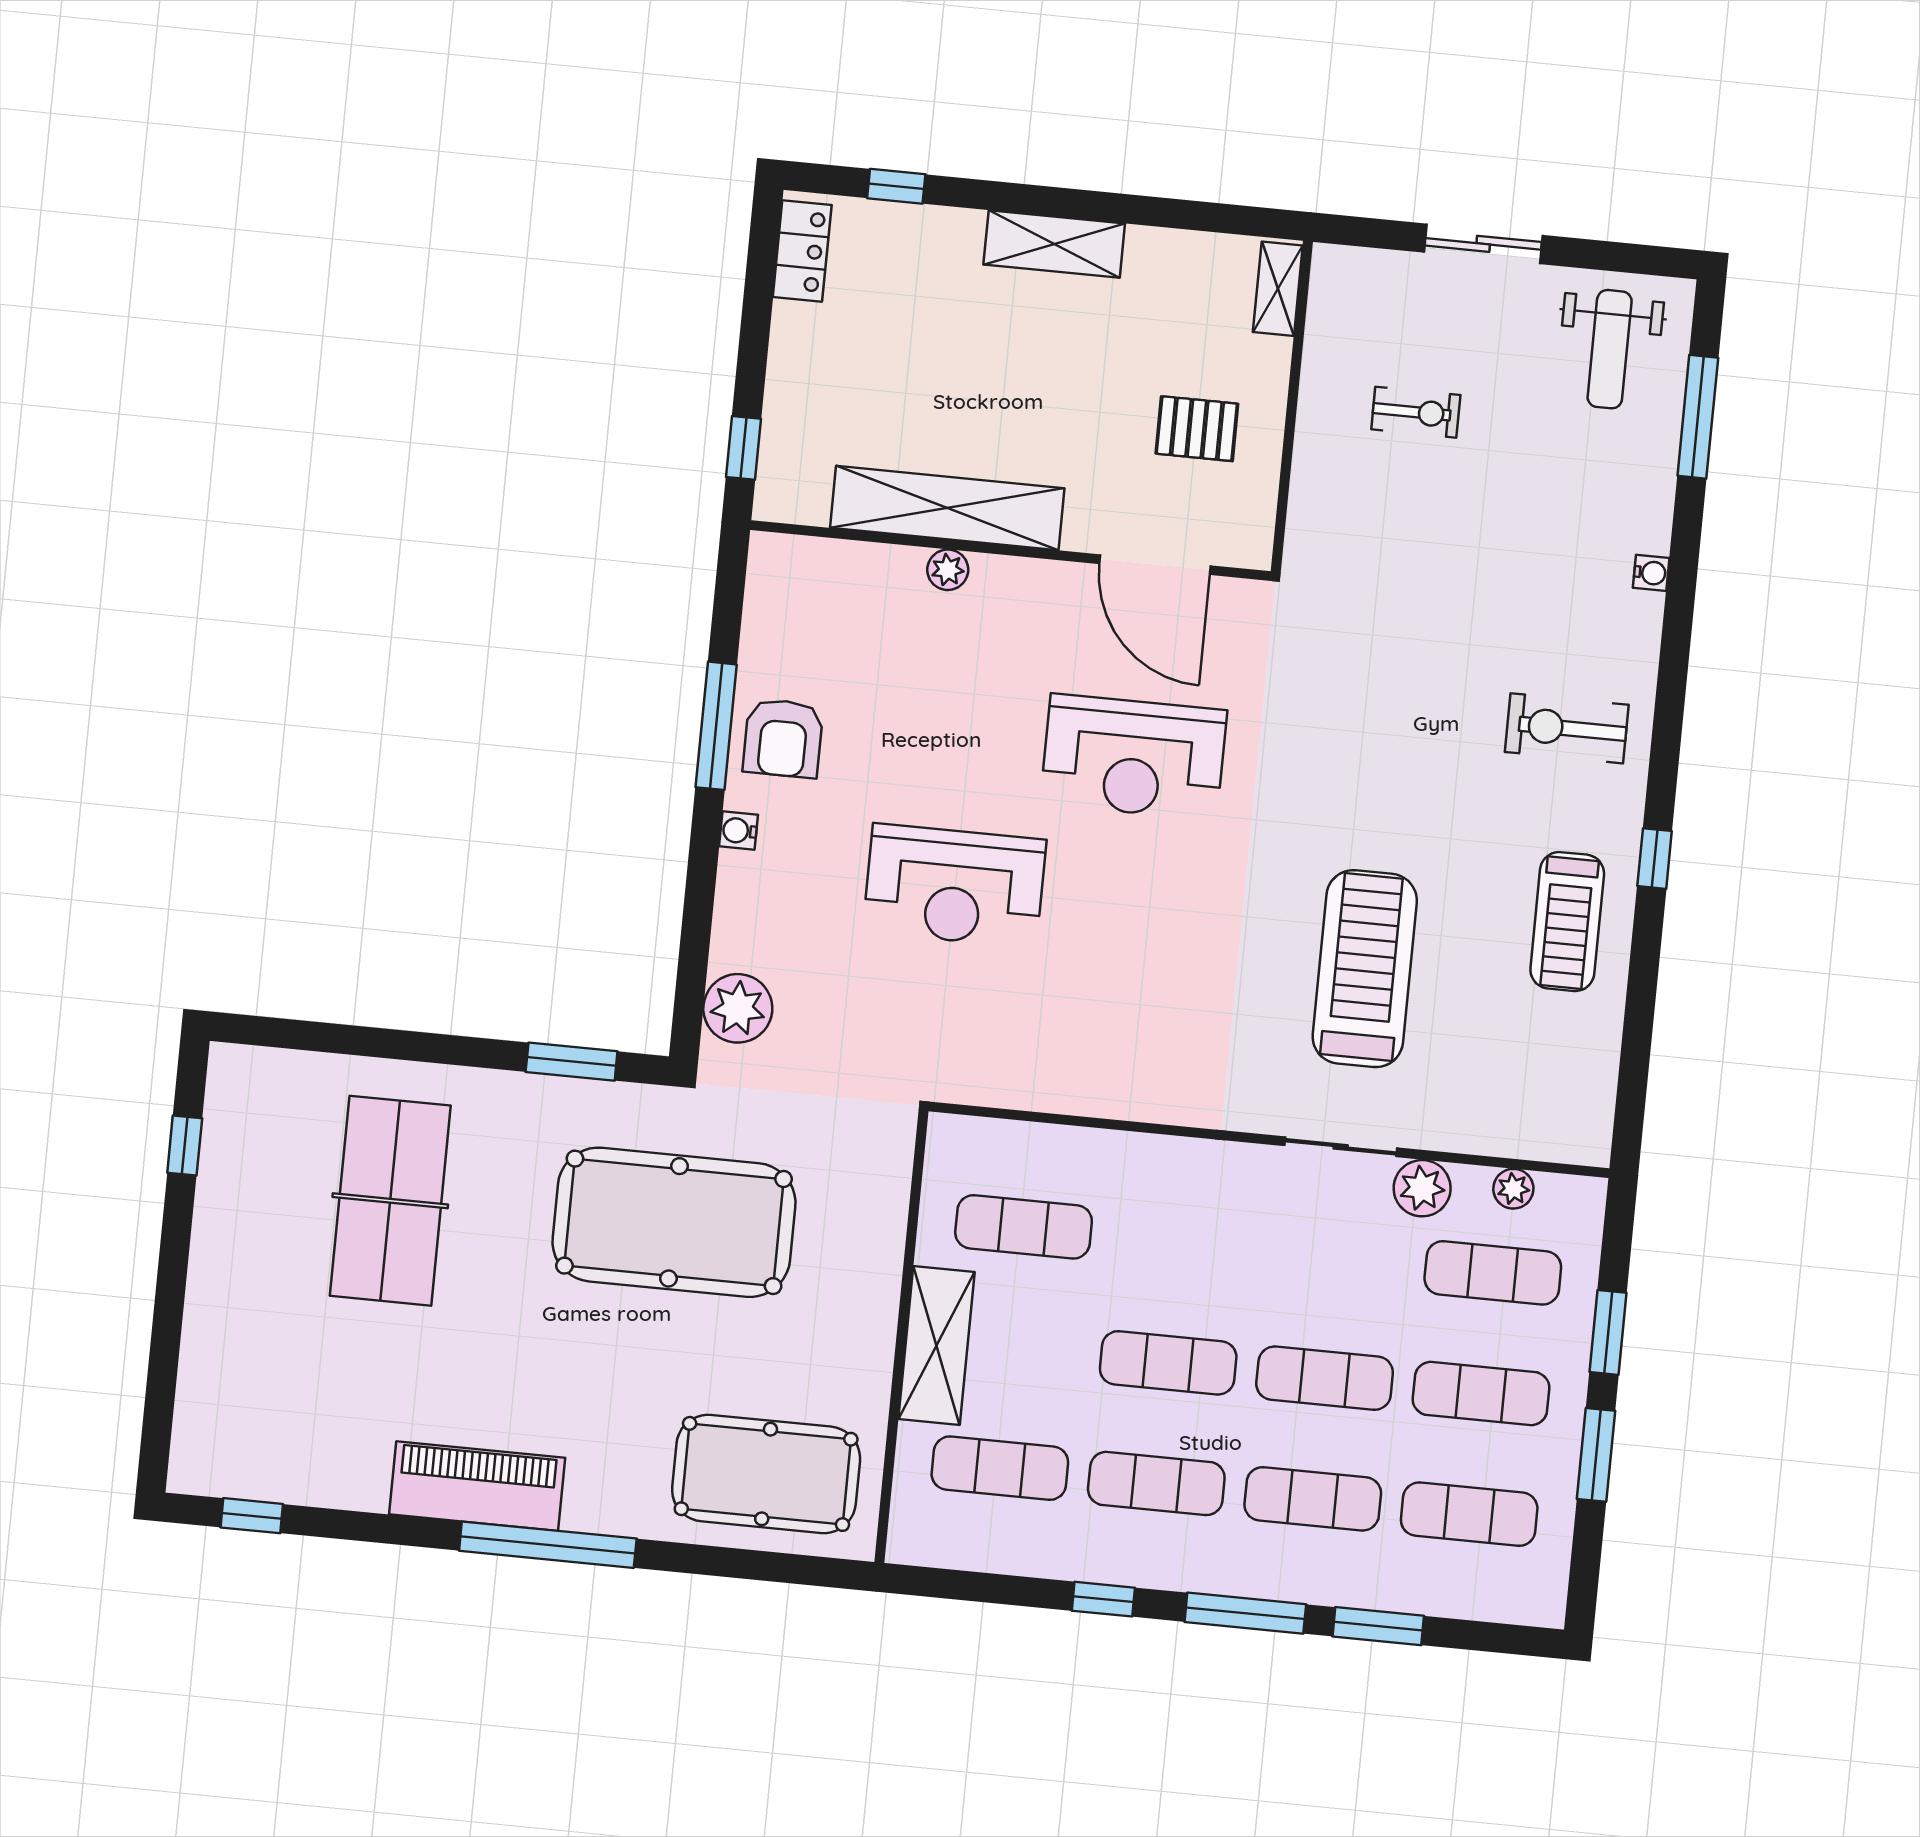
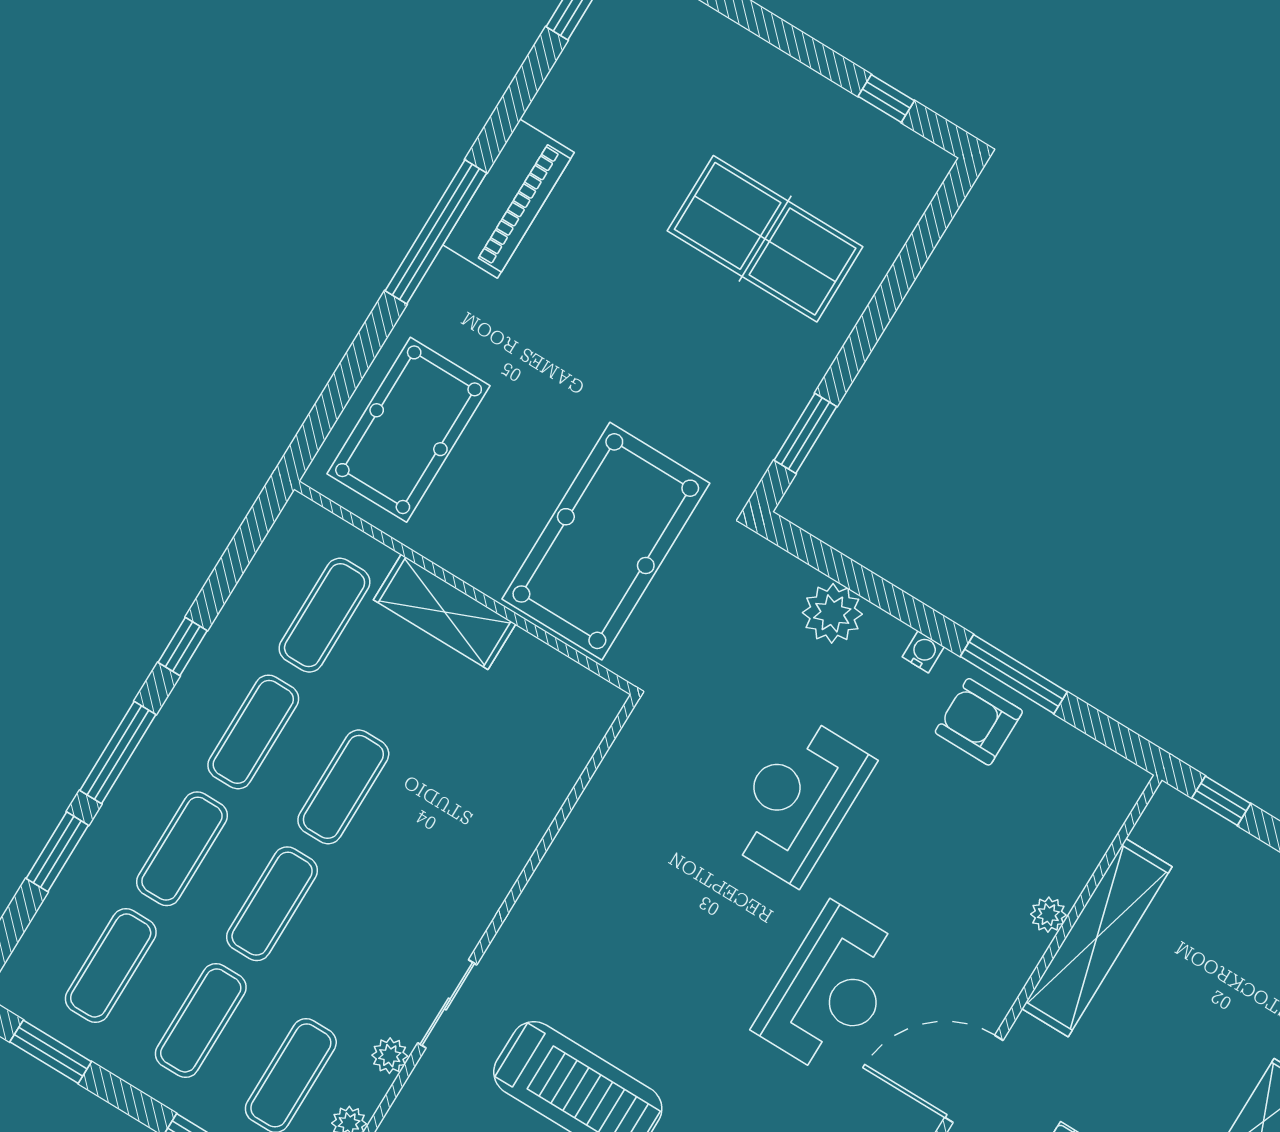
reception desk: (1134, 757) -> (831, 989), turned 180
plant: (738, 1008) -> (832, 613), moved
plant: (1422, 1188) -> (390, 1056), width x0.73, depth x0.73
pool table: (674, 1222) -> (606, 541), moved
exercise mat: (1024, 1227) -> (505, 725), removed
window: (1596, 1455) -> (51, 1052), moved

